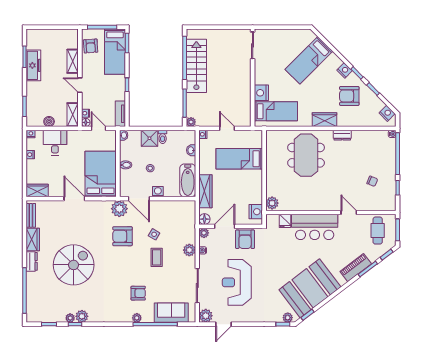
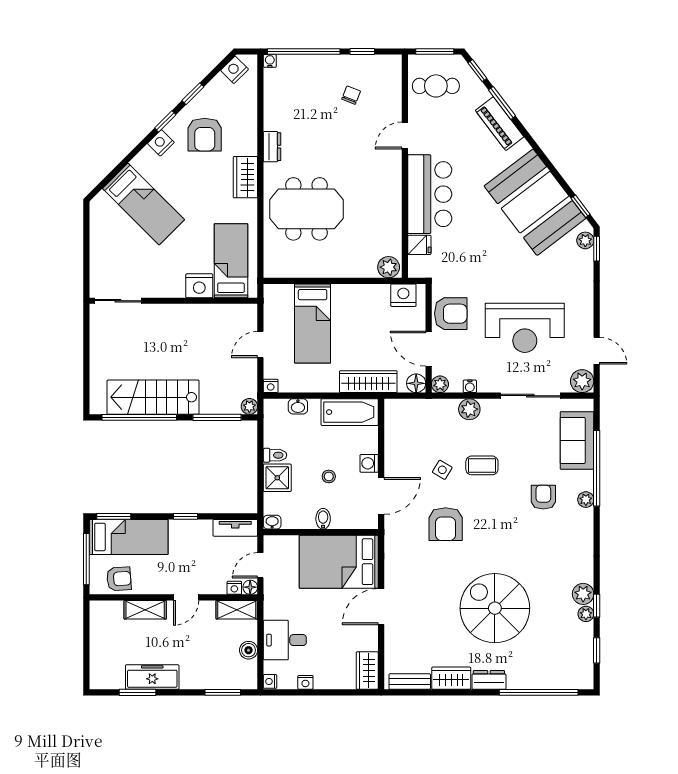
plant: (119, 209) -> (398, 529), removed

